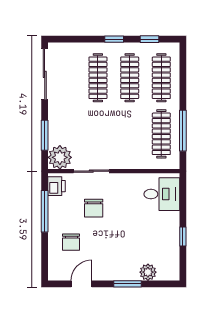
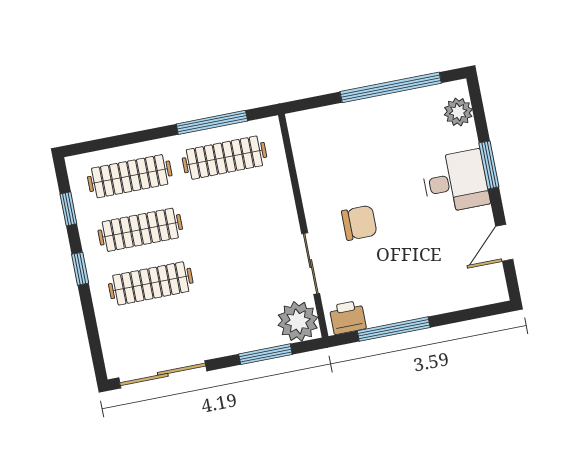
desk: (162, 194) -> (455, 182), moved, turned 90
chair: (94, 208) -> (359, 223), moved
window: (183, 237) -> (391, 87), width x3.17
chair: (71, 242) -> (437, 274), removed
plant: (148, 272) -> (458, 112), moved
door: (81, 284) -> (504, 243), hinge flipped

